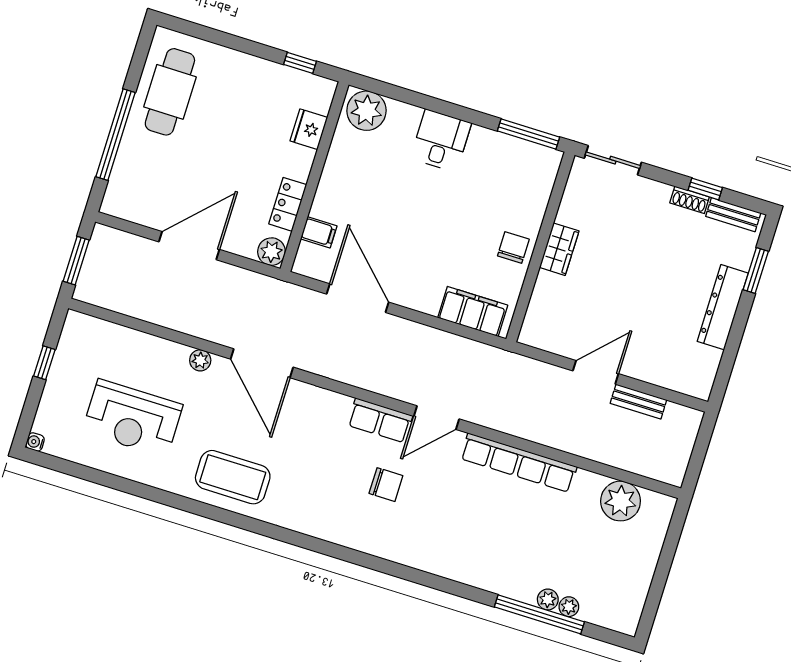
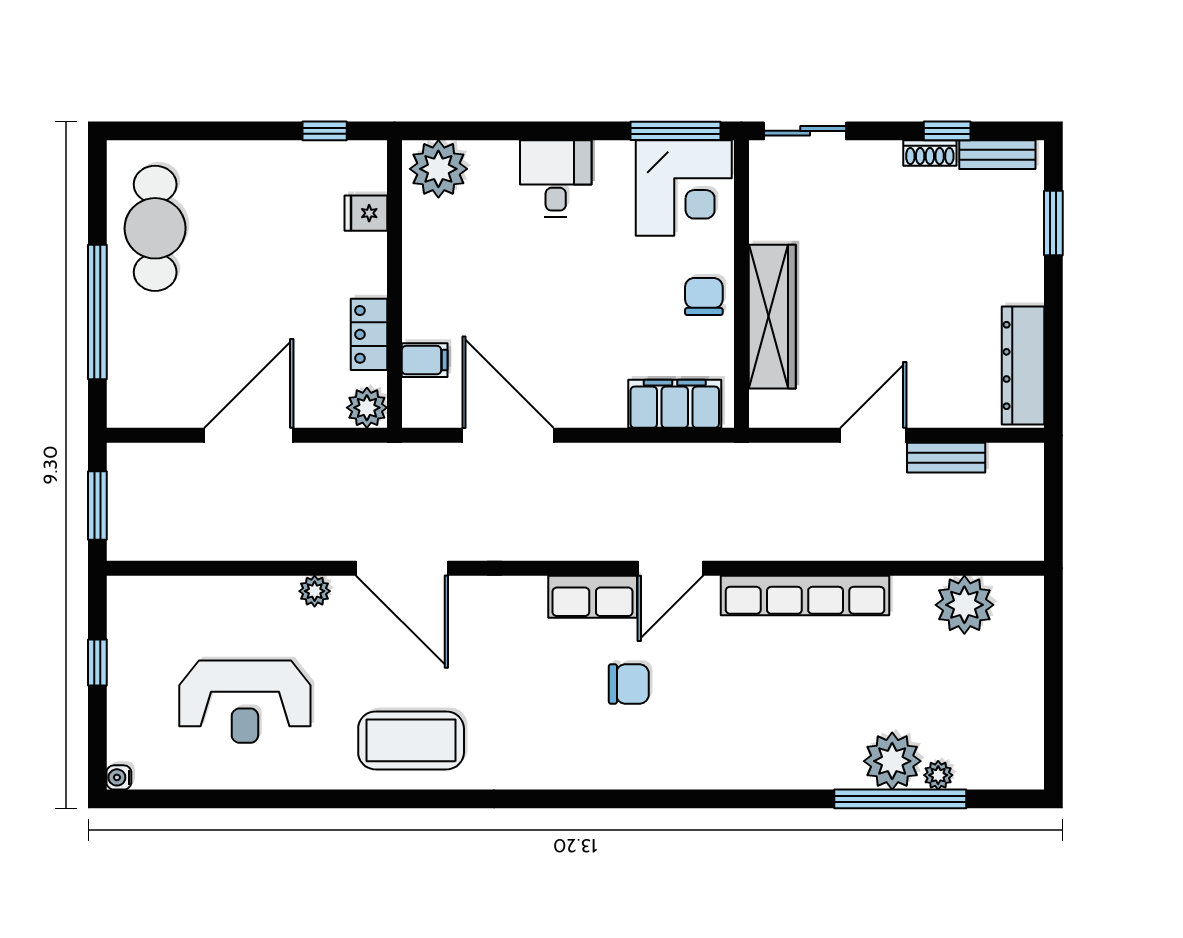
fridge: (309, 129) -> (366, 213), width x0.72
corner desk: (522, 173) -> (684, 188), added
wardrobe: (559, 249) -> (772, 317), width x2.10, depth x1.17
dresser: (723, 307) -> (1023, 365), moved
plant: (548, 600) -> (892, 761), width x1.88, depth x1.88

